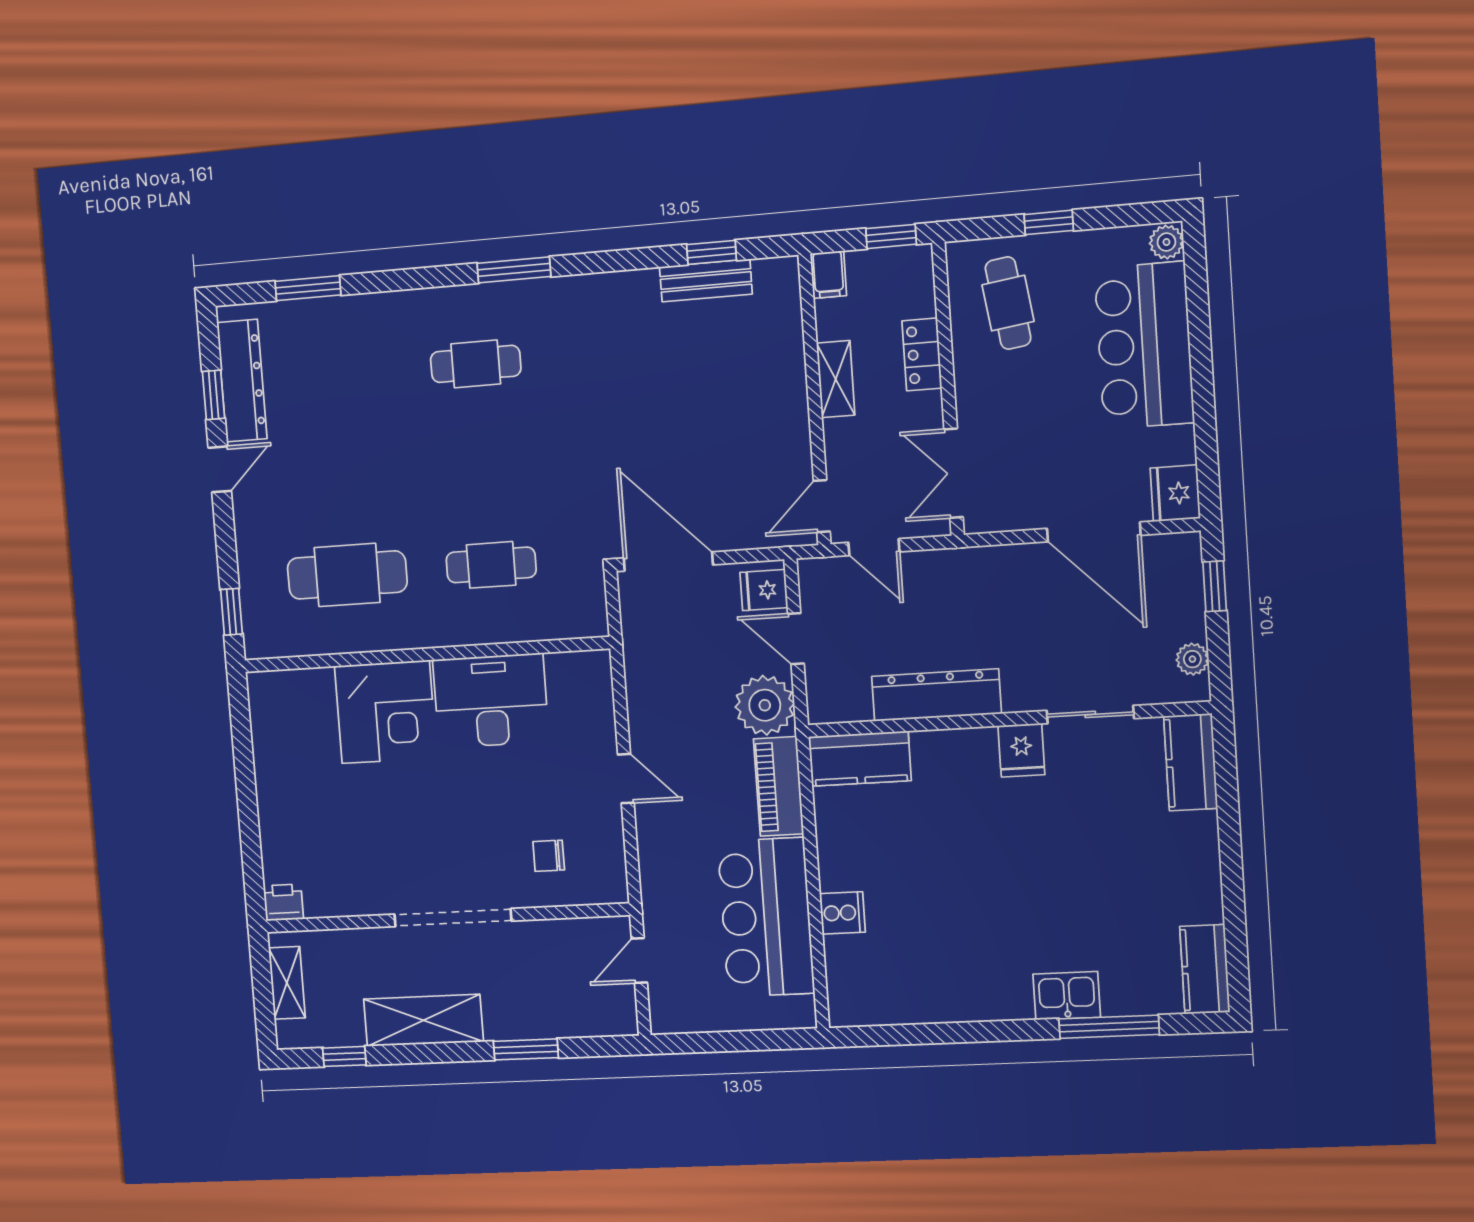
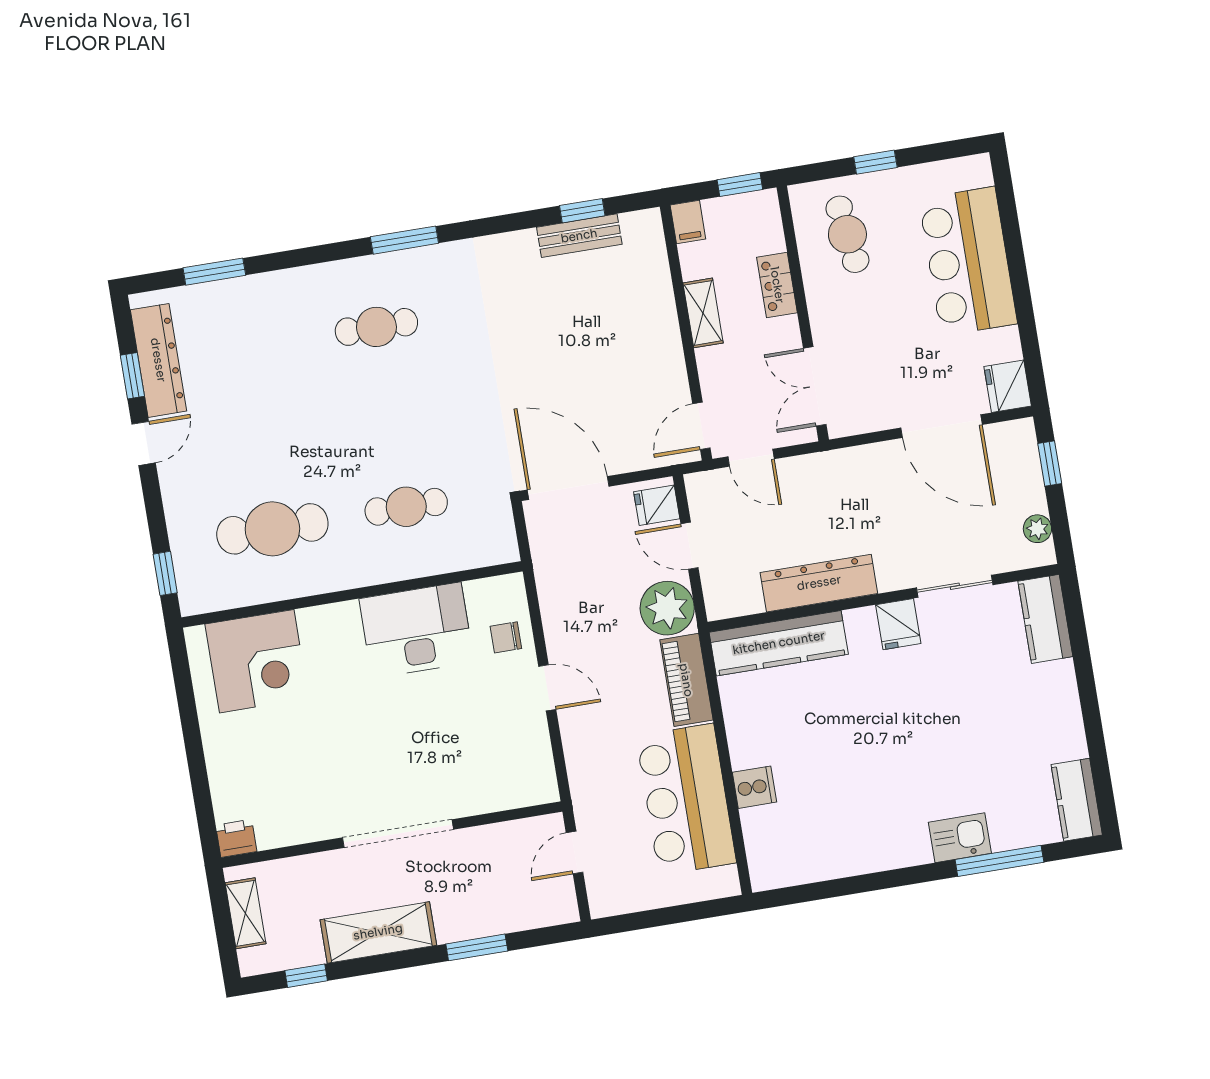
plant: (1166, 242) -> (978, 171), removed
corner desk: (386, 712) -> (257, 661), moved
kitchen counter: (860, 759) -> (779, 643), width x1.50
chair: (549, 856) -> (506, 637), moved

